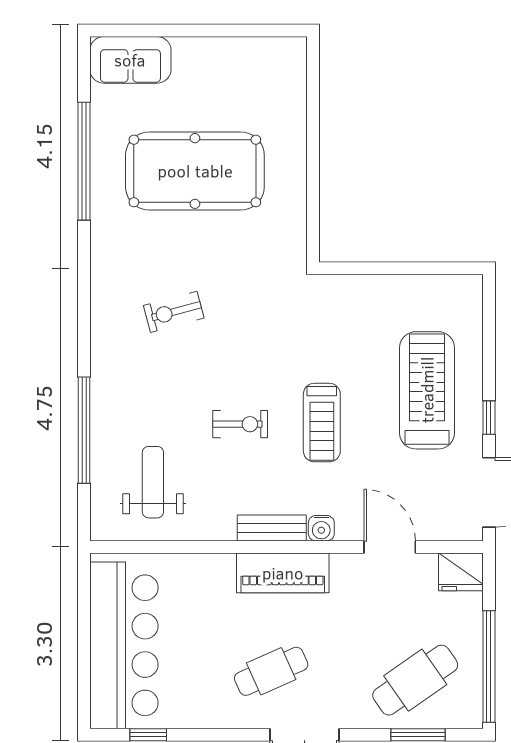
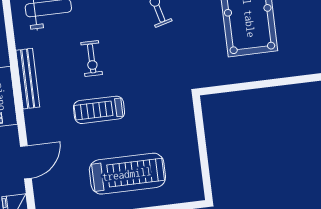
bench: (272, 528) -> (28, 79), width x1.36
water cooler: (321, 528) -> (32, 118), removed

